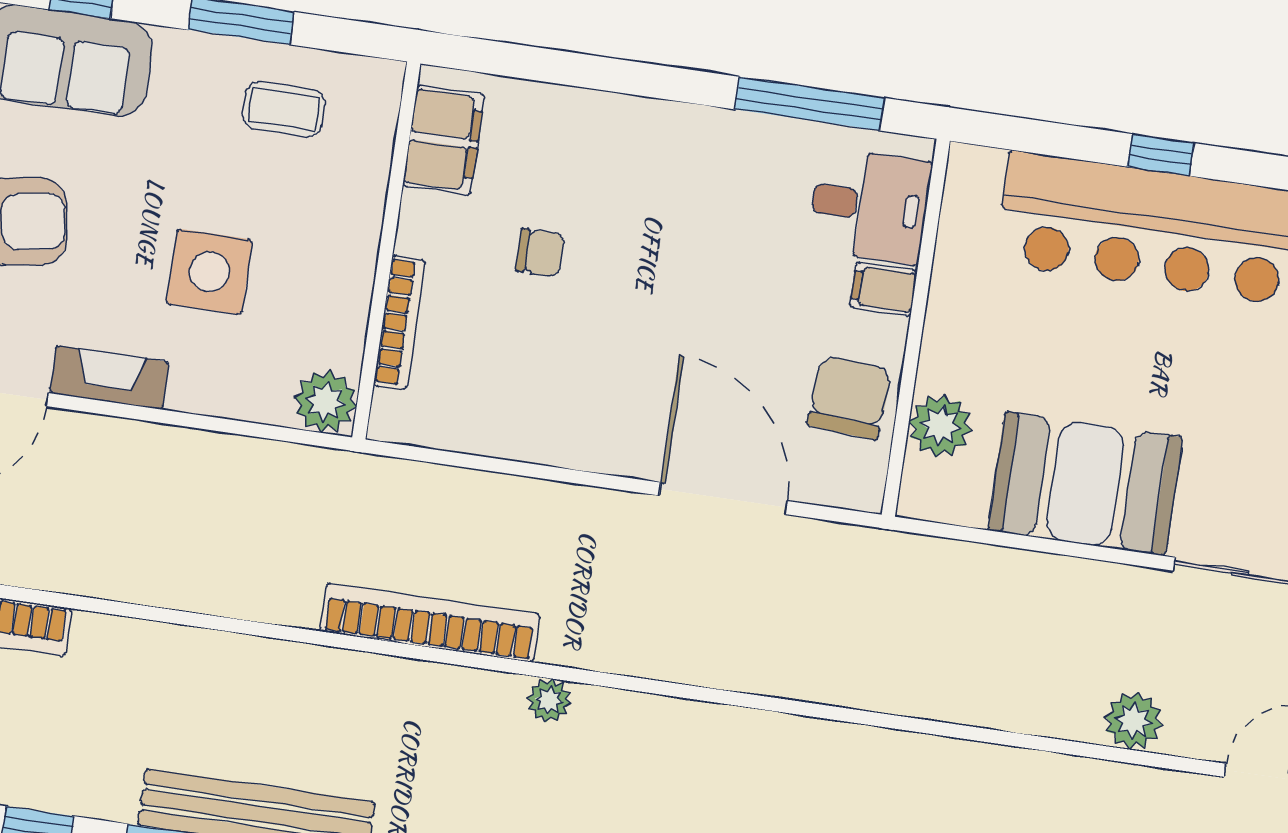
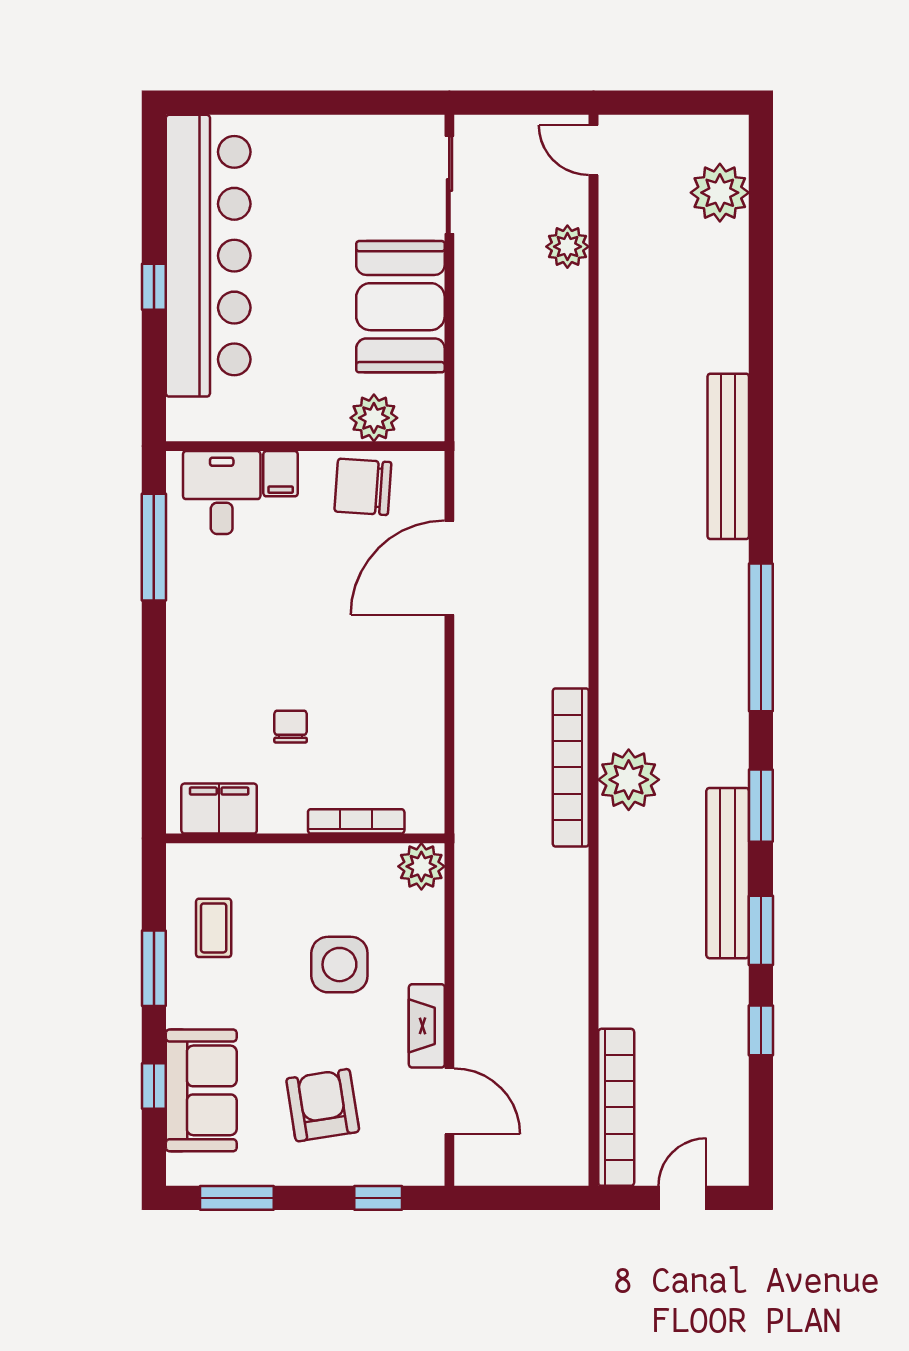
plant: (549, 700) -> (629, 780), moved, width x1.88, depth x1.88

